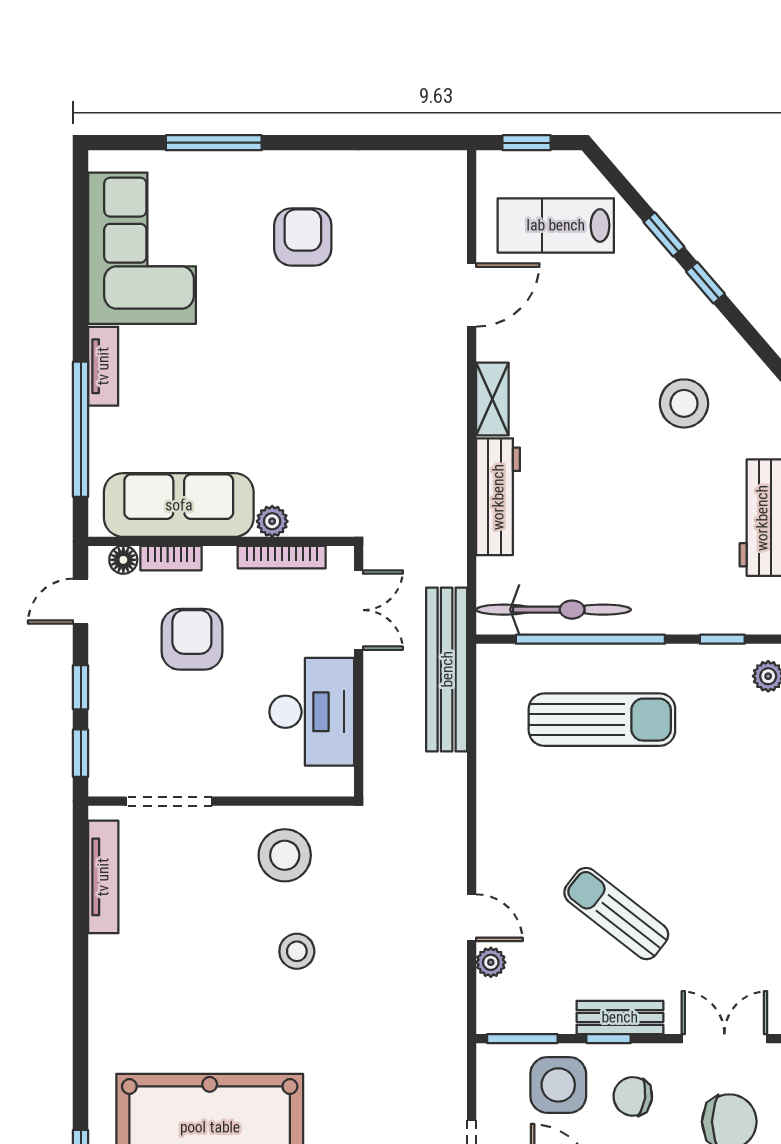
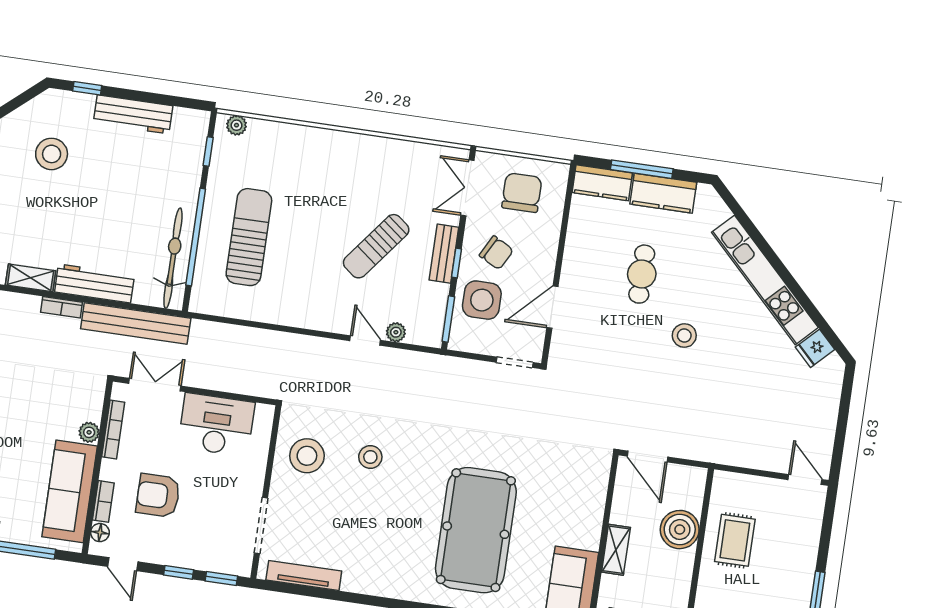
bookcase: (455, 452) -> (62, 307), added
bench: (447, 669) -> (136, 324), moved
door: (472, 918) -> (365, 340), hinge flipped
chair: (633, 1096) -> (496, 253), turned -70

